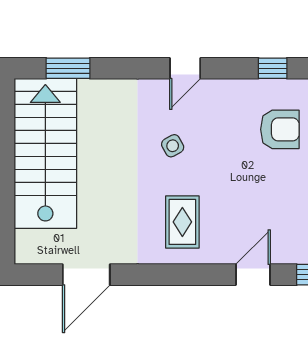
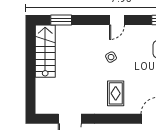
stairs: (45, 153) -> (45, 51), width x0.73, depth x0.66

